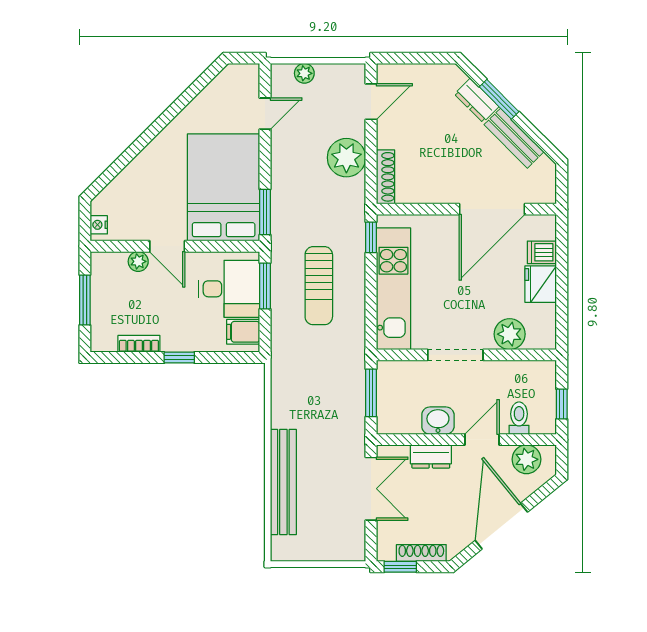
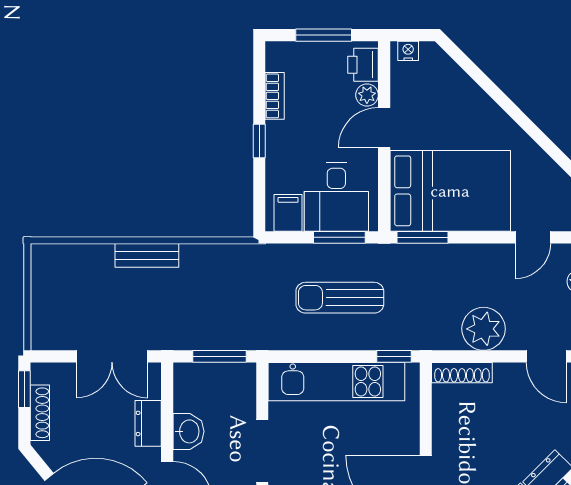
door: (265, 114) -> (533, 237), hinge flipped
printer: (111, 265) -> (363, 65), added
bench: (283, 482) -> (147, 255), width x0.54, depth x0.82

